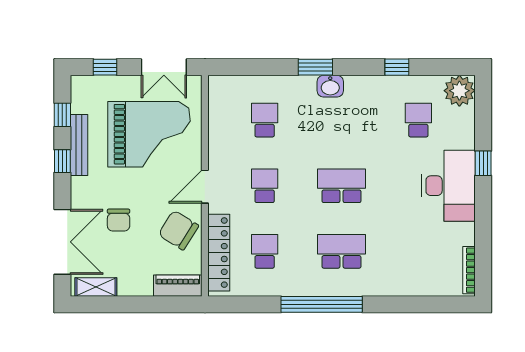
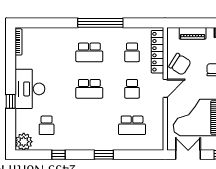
washbasin: (330, 86) -> (96, 144), removed
school desk: (265, 120) -> (132, 125), width x1.85
piano: (178, 286) -> (193, 33), moved

